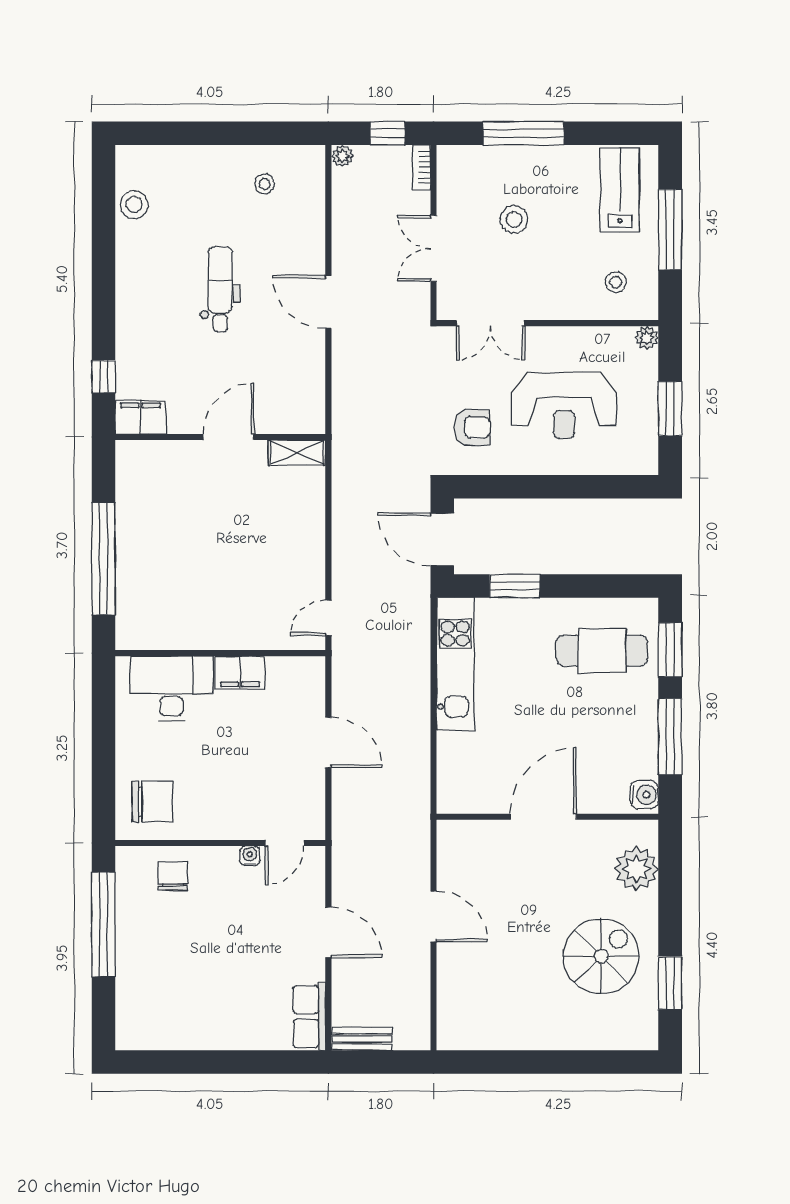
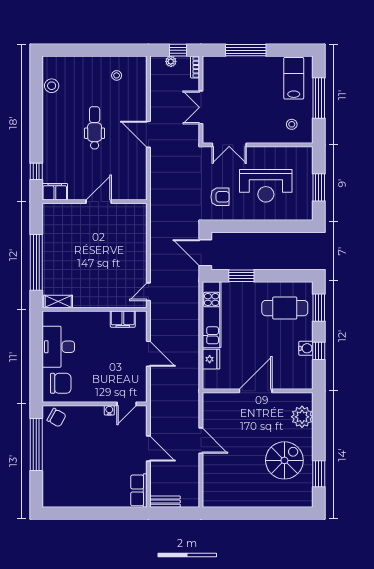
plant: (342, 156) -> (171, 61), moved
stool: (514, 219) -> (241, 93), removed
plant: (647, 338) -> (307, 152), removed
shelving: (297, 453) -> (58, 301), moved
filing cabinet: (240, 673) -> (123, 319), moved
desk: (171, 689) -> (58, 347), moved, turned -90
window: (670, 737) -> (319, 351), width x0.46
fridge: (454, 753) -> (211, 359), added
water cooler: (644, 795) -> (306, 348), moved
chair: (173, 876) -> (57, 418), moved, turned 119

